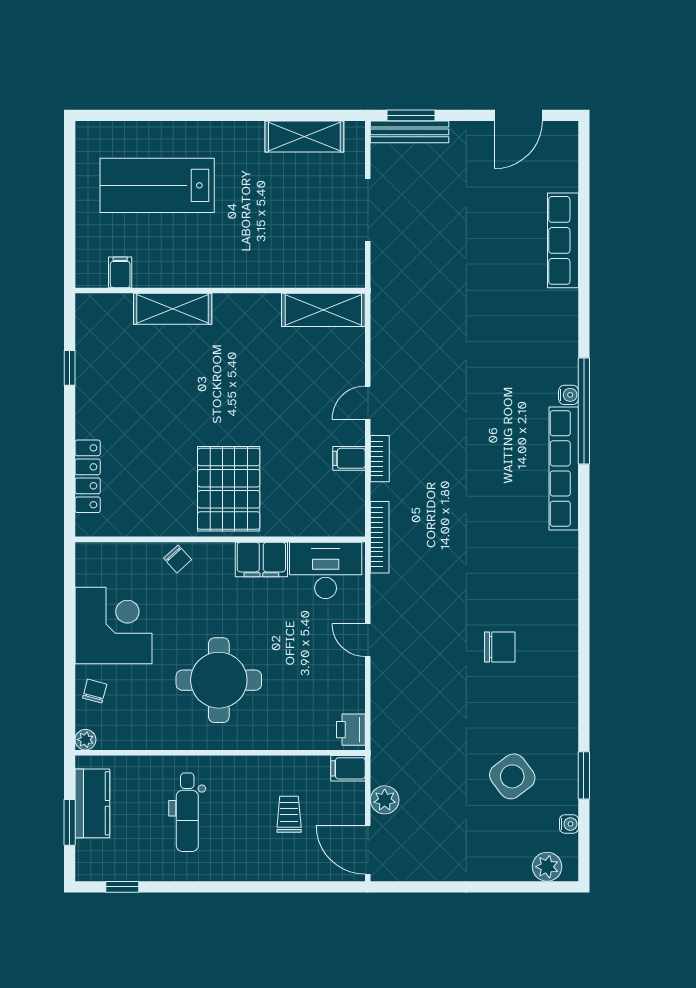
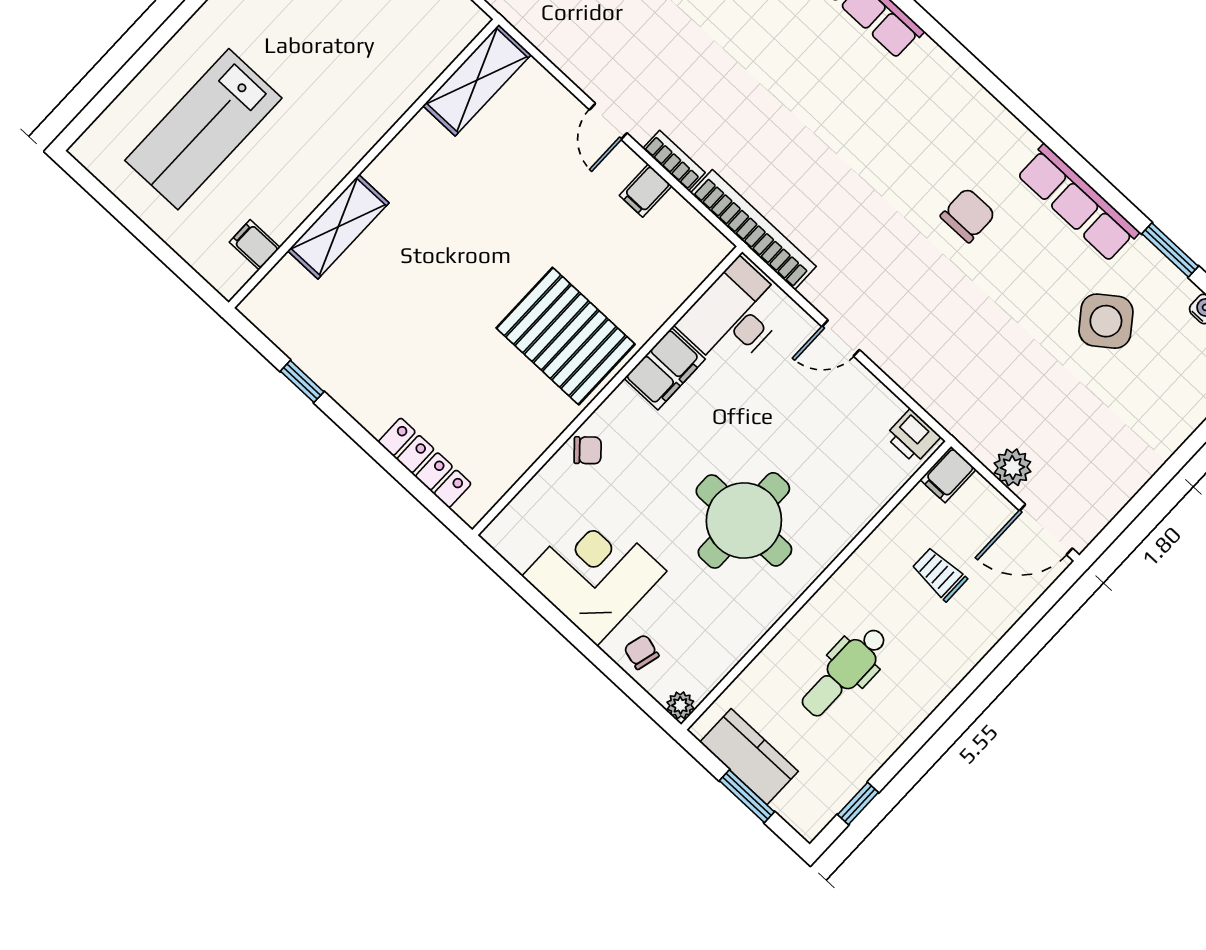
bookcase: (380, 537) -> (753, 230), width x1.48, depth x1.31
row of seats: (562, 701) -> (1078, 203), added
dental chair: (187, 812) -> (844, 672), turned 90

